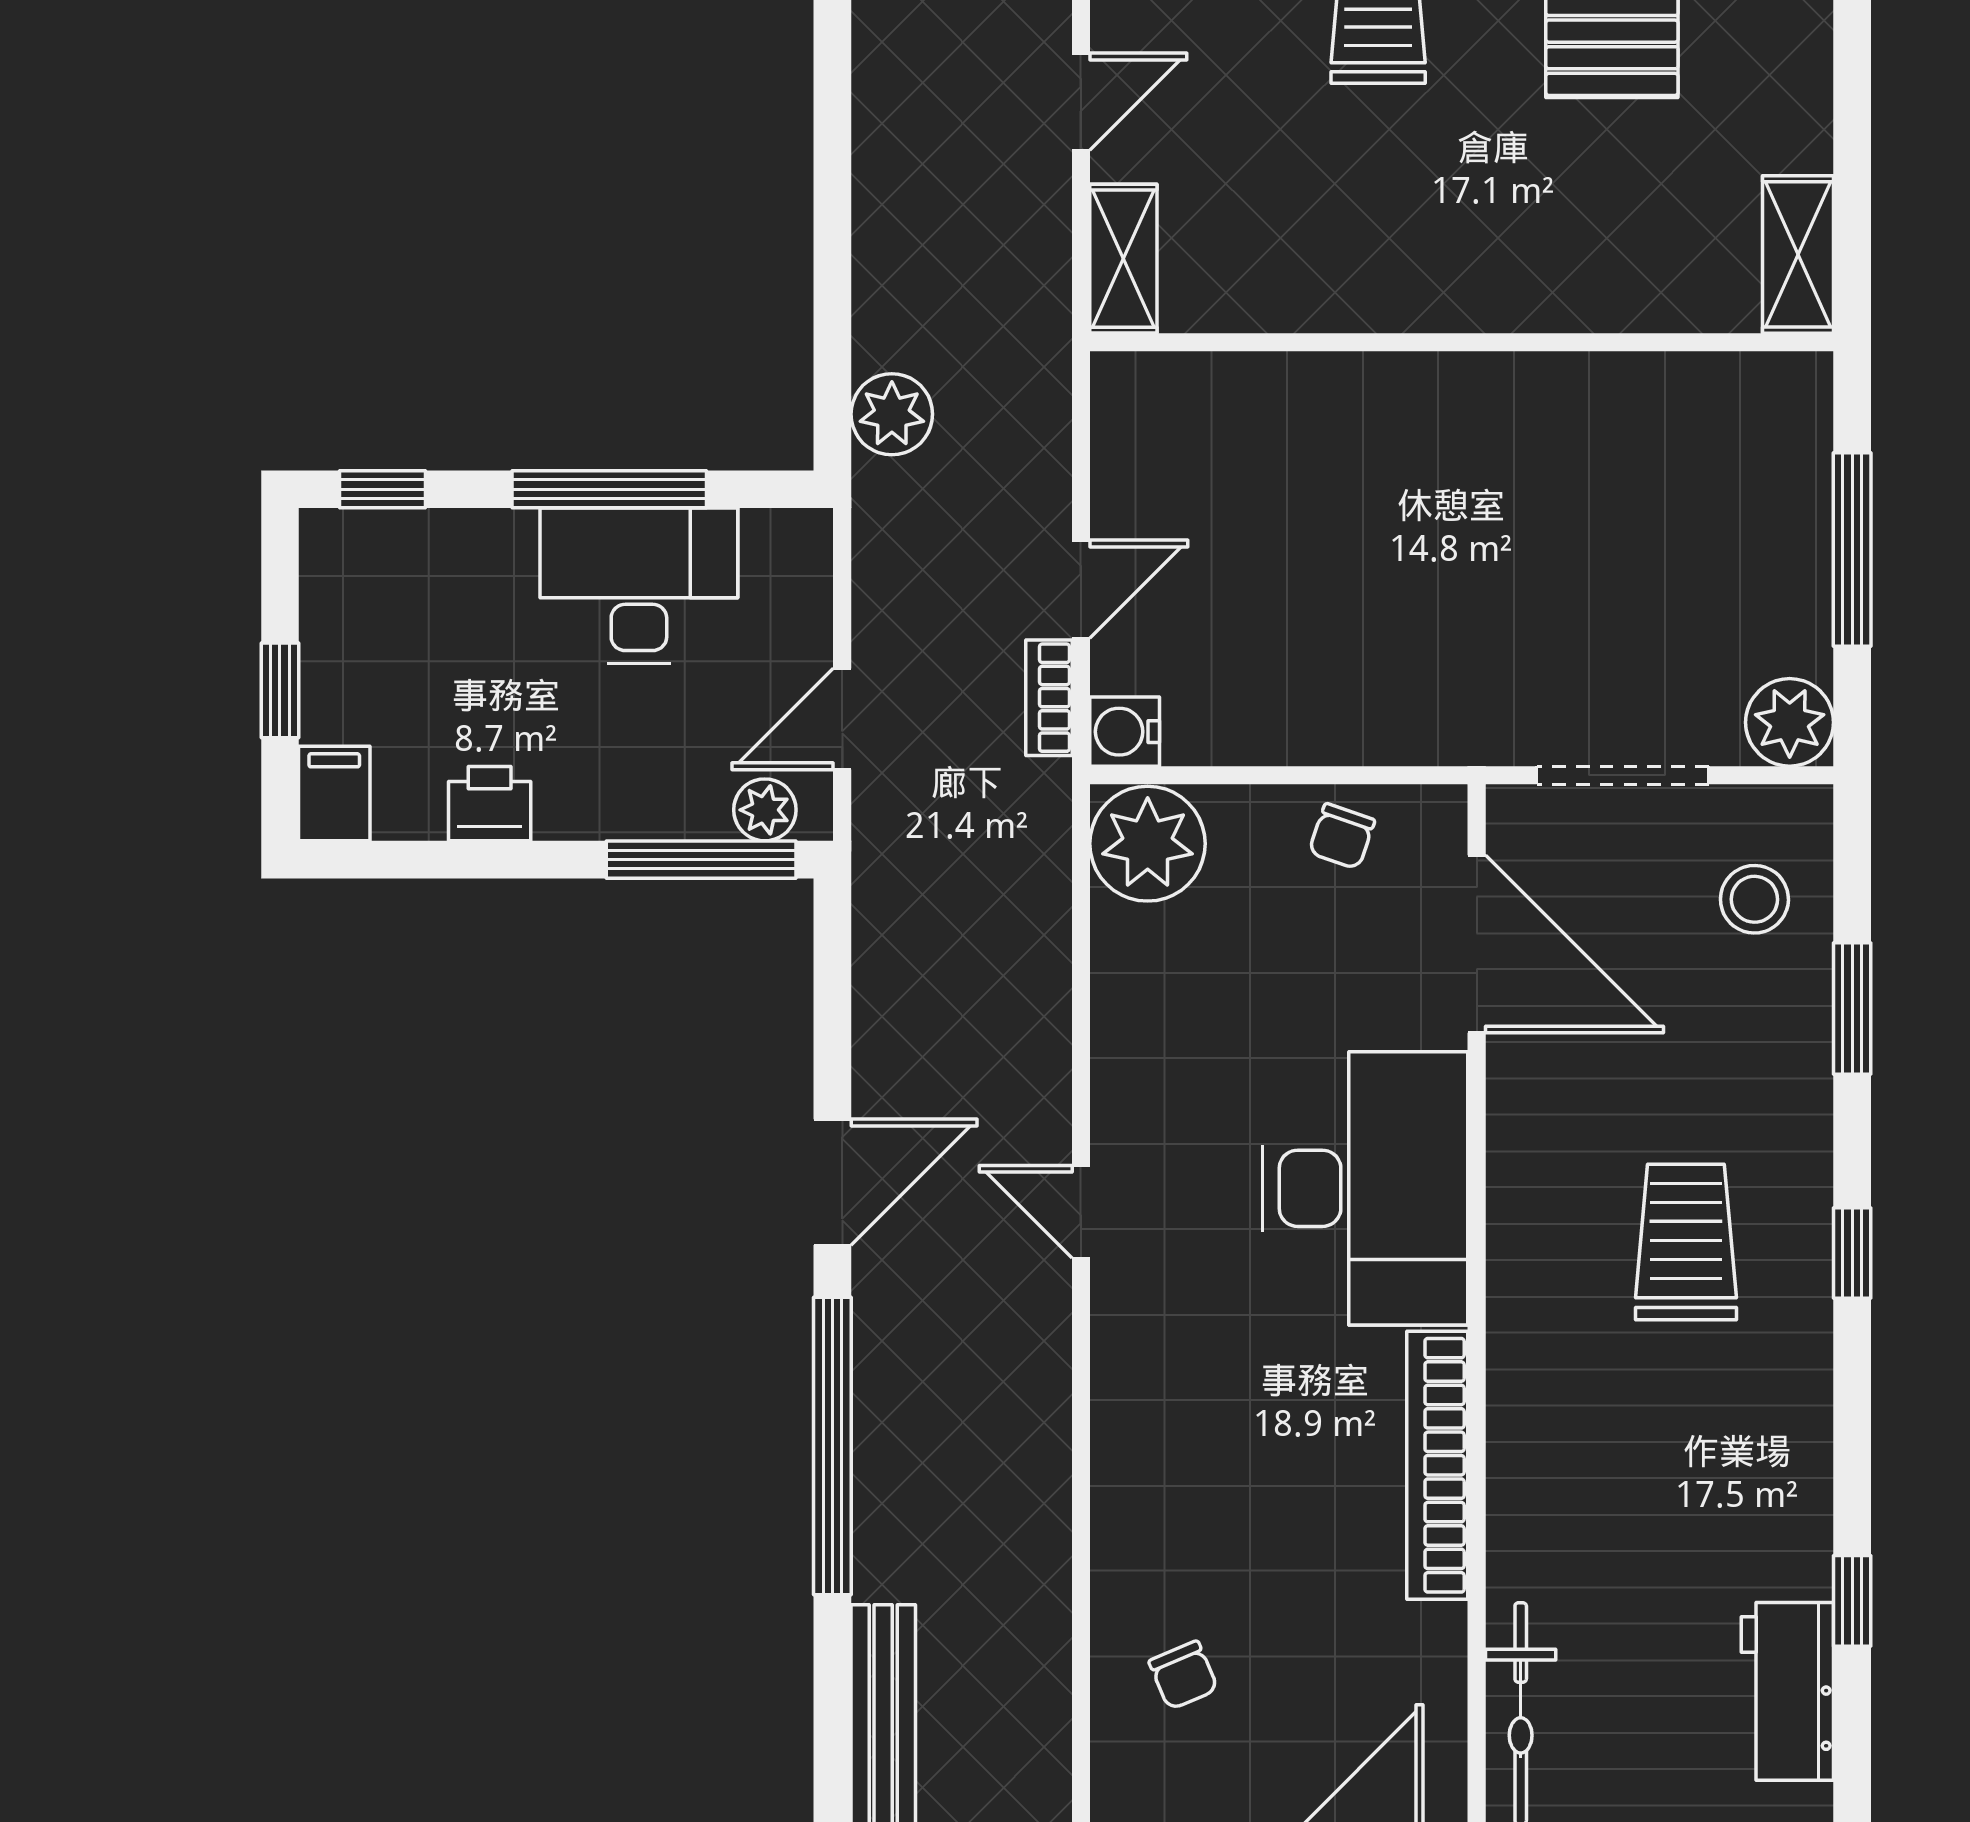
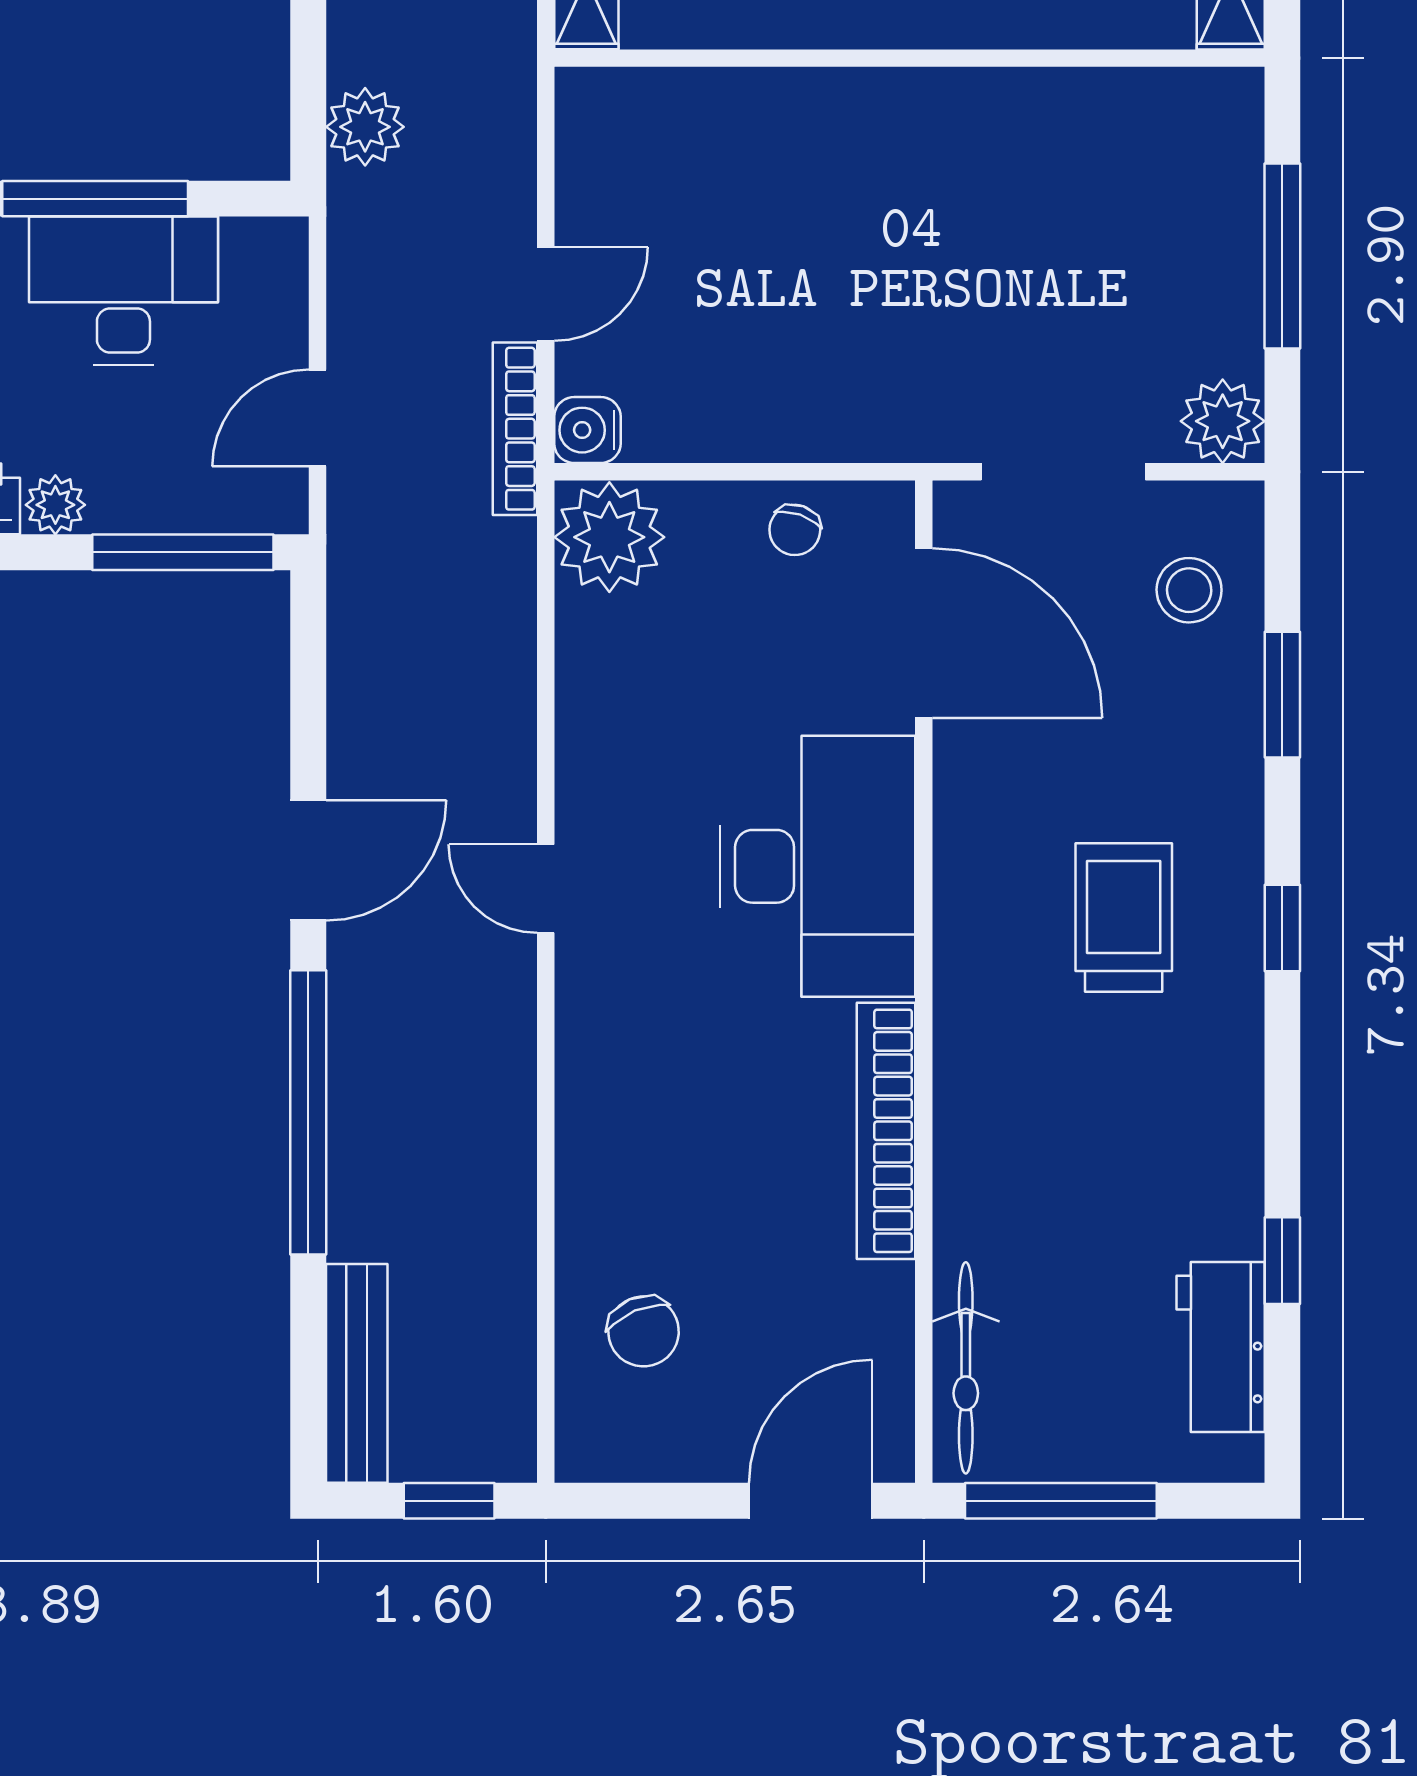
bookcase: (1049, 698) -> (515, 429), width x1.56
plant: (765, 810) -> (55, 505), moved
chair: (1183, 1675) -> (644, 1331), width x1.37, depth x1.37

